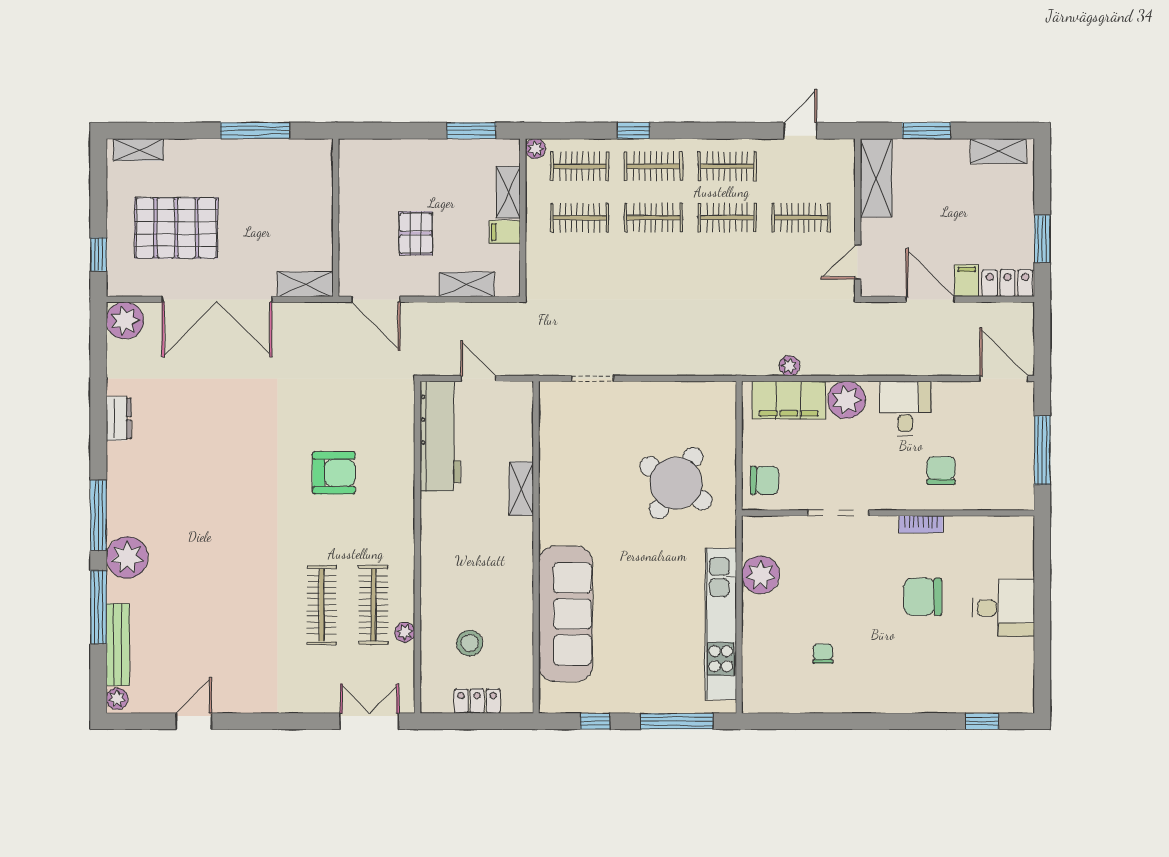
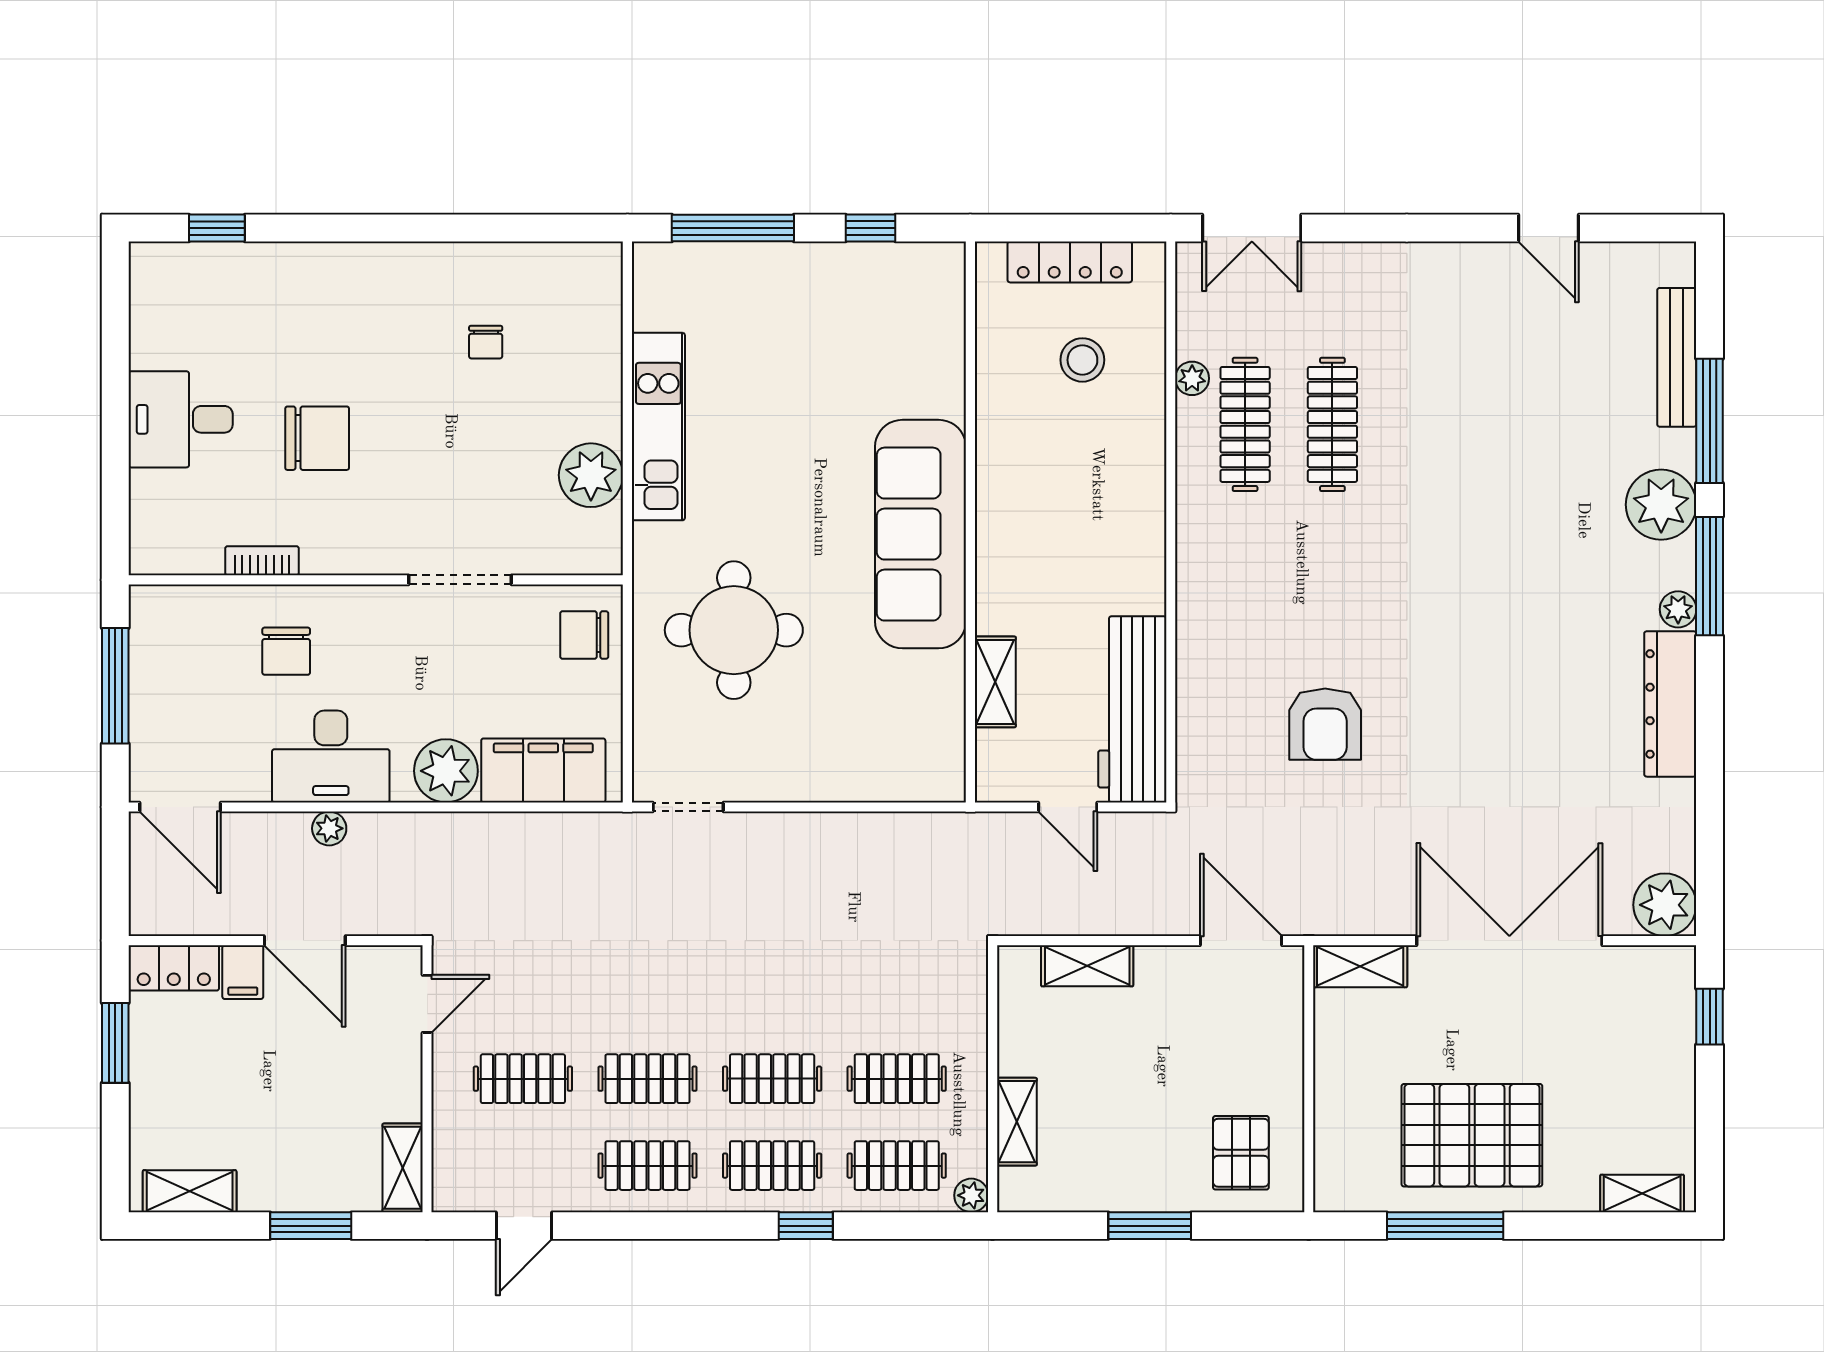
window: (471, 131) -> (1150, 1226), moved
shelving: (876, 178) -> (403, 1168), width x0.67, depth x0.75
pallet: (176, 228) -> (1472, 1135), moved
filing cabinet: (505, 232) -> (1023, 1054), removed
pallet: (416, 233) -> (1241, 1153), moved
plant: (789, 366) -> (329, 828), moved
doorway: (593, 378) -> (688, 807), moved
desk: (905, 408) -> (331, 756), width x1.37
dresser: (119, 418) -> (1670, 704), width x1.96, depth x1.24
armchair: (334, 473) -> (1325, 724), moved, turned -90
round table: (676, 483) -> (734, 630), turned -33
shelving: (521, 488) -> (995, 682), moved
bookcase: (921, 524) -> (262, 561), moved
sofa: (566, 614) -> (920, 534), moved
kitchen unit: (721, 624) -> (658, 427), width x0.73
plant: (117, 699) -> (1678, 609), moved
locker: (477, 701) -> (1070, 262), width x1.53
door: (194, 721) -> (1548, 228), hinge flipped

